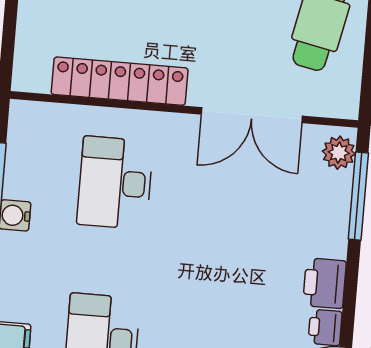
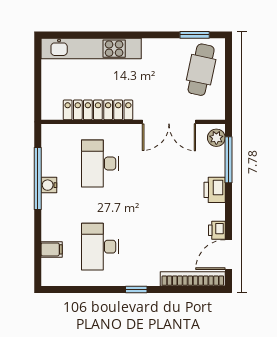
printer: (325, 283) -> (215, 190), moved

